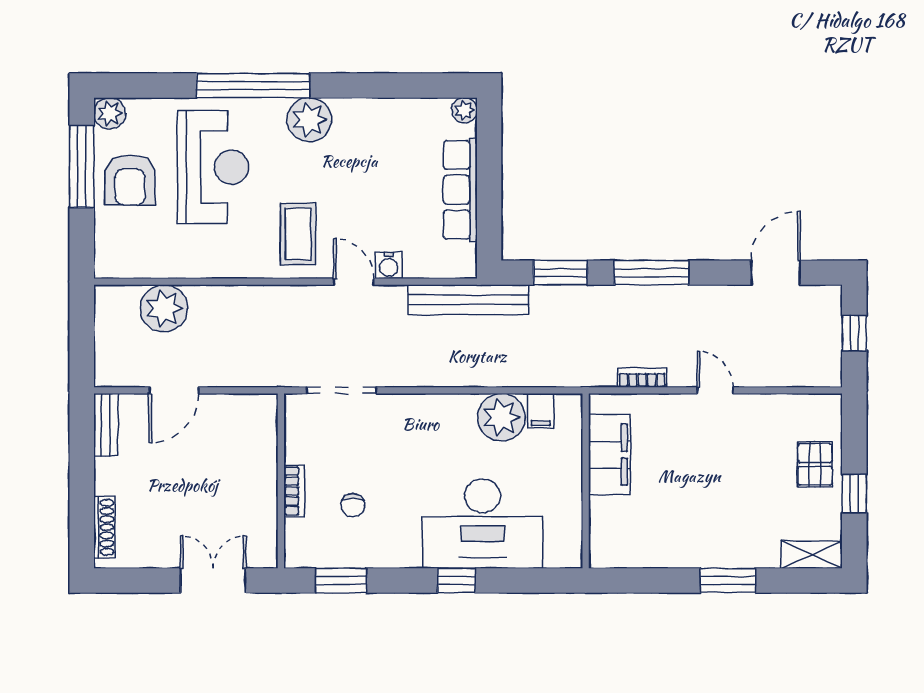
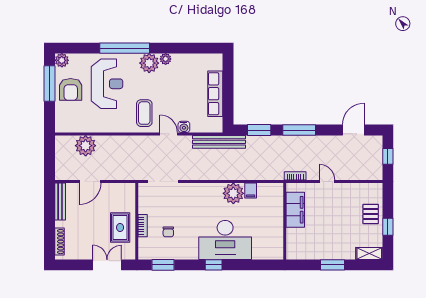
plant: (464, 110) -> (166, 59), moved
bench: (106, 425) -> (60, 202), width x1.36
filing cabinet: (610, 455) -> (295, 210), moved
wall: (586, 481) -> (285, 221), moved
rug: (243, 495) -> (120, 227), added

